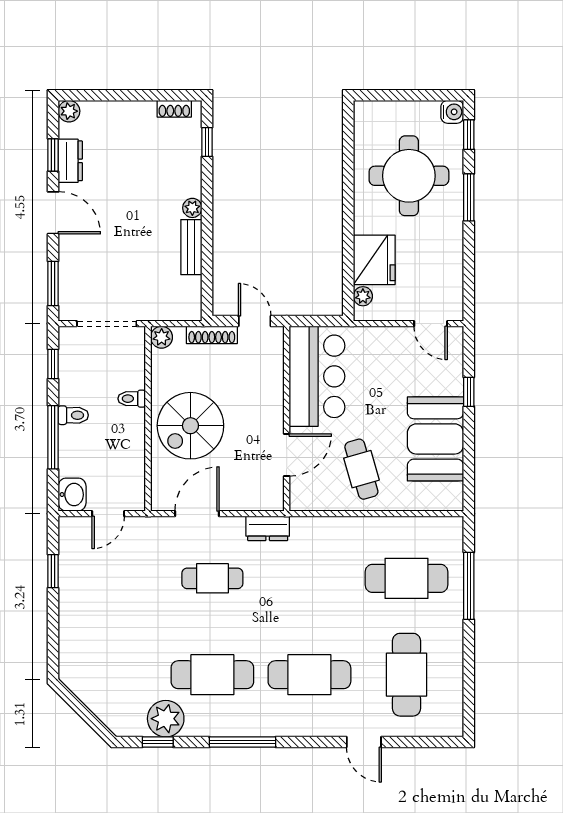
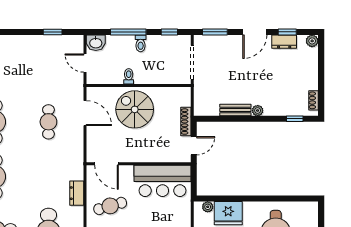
plant: (162, 337) -> (185, 93), removed
toilet: (132, 399) -> (129, 76), moved
door: (287, 455) -> (106, 164), moved
dresser: (268, 528) -> (77, 193), moved

